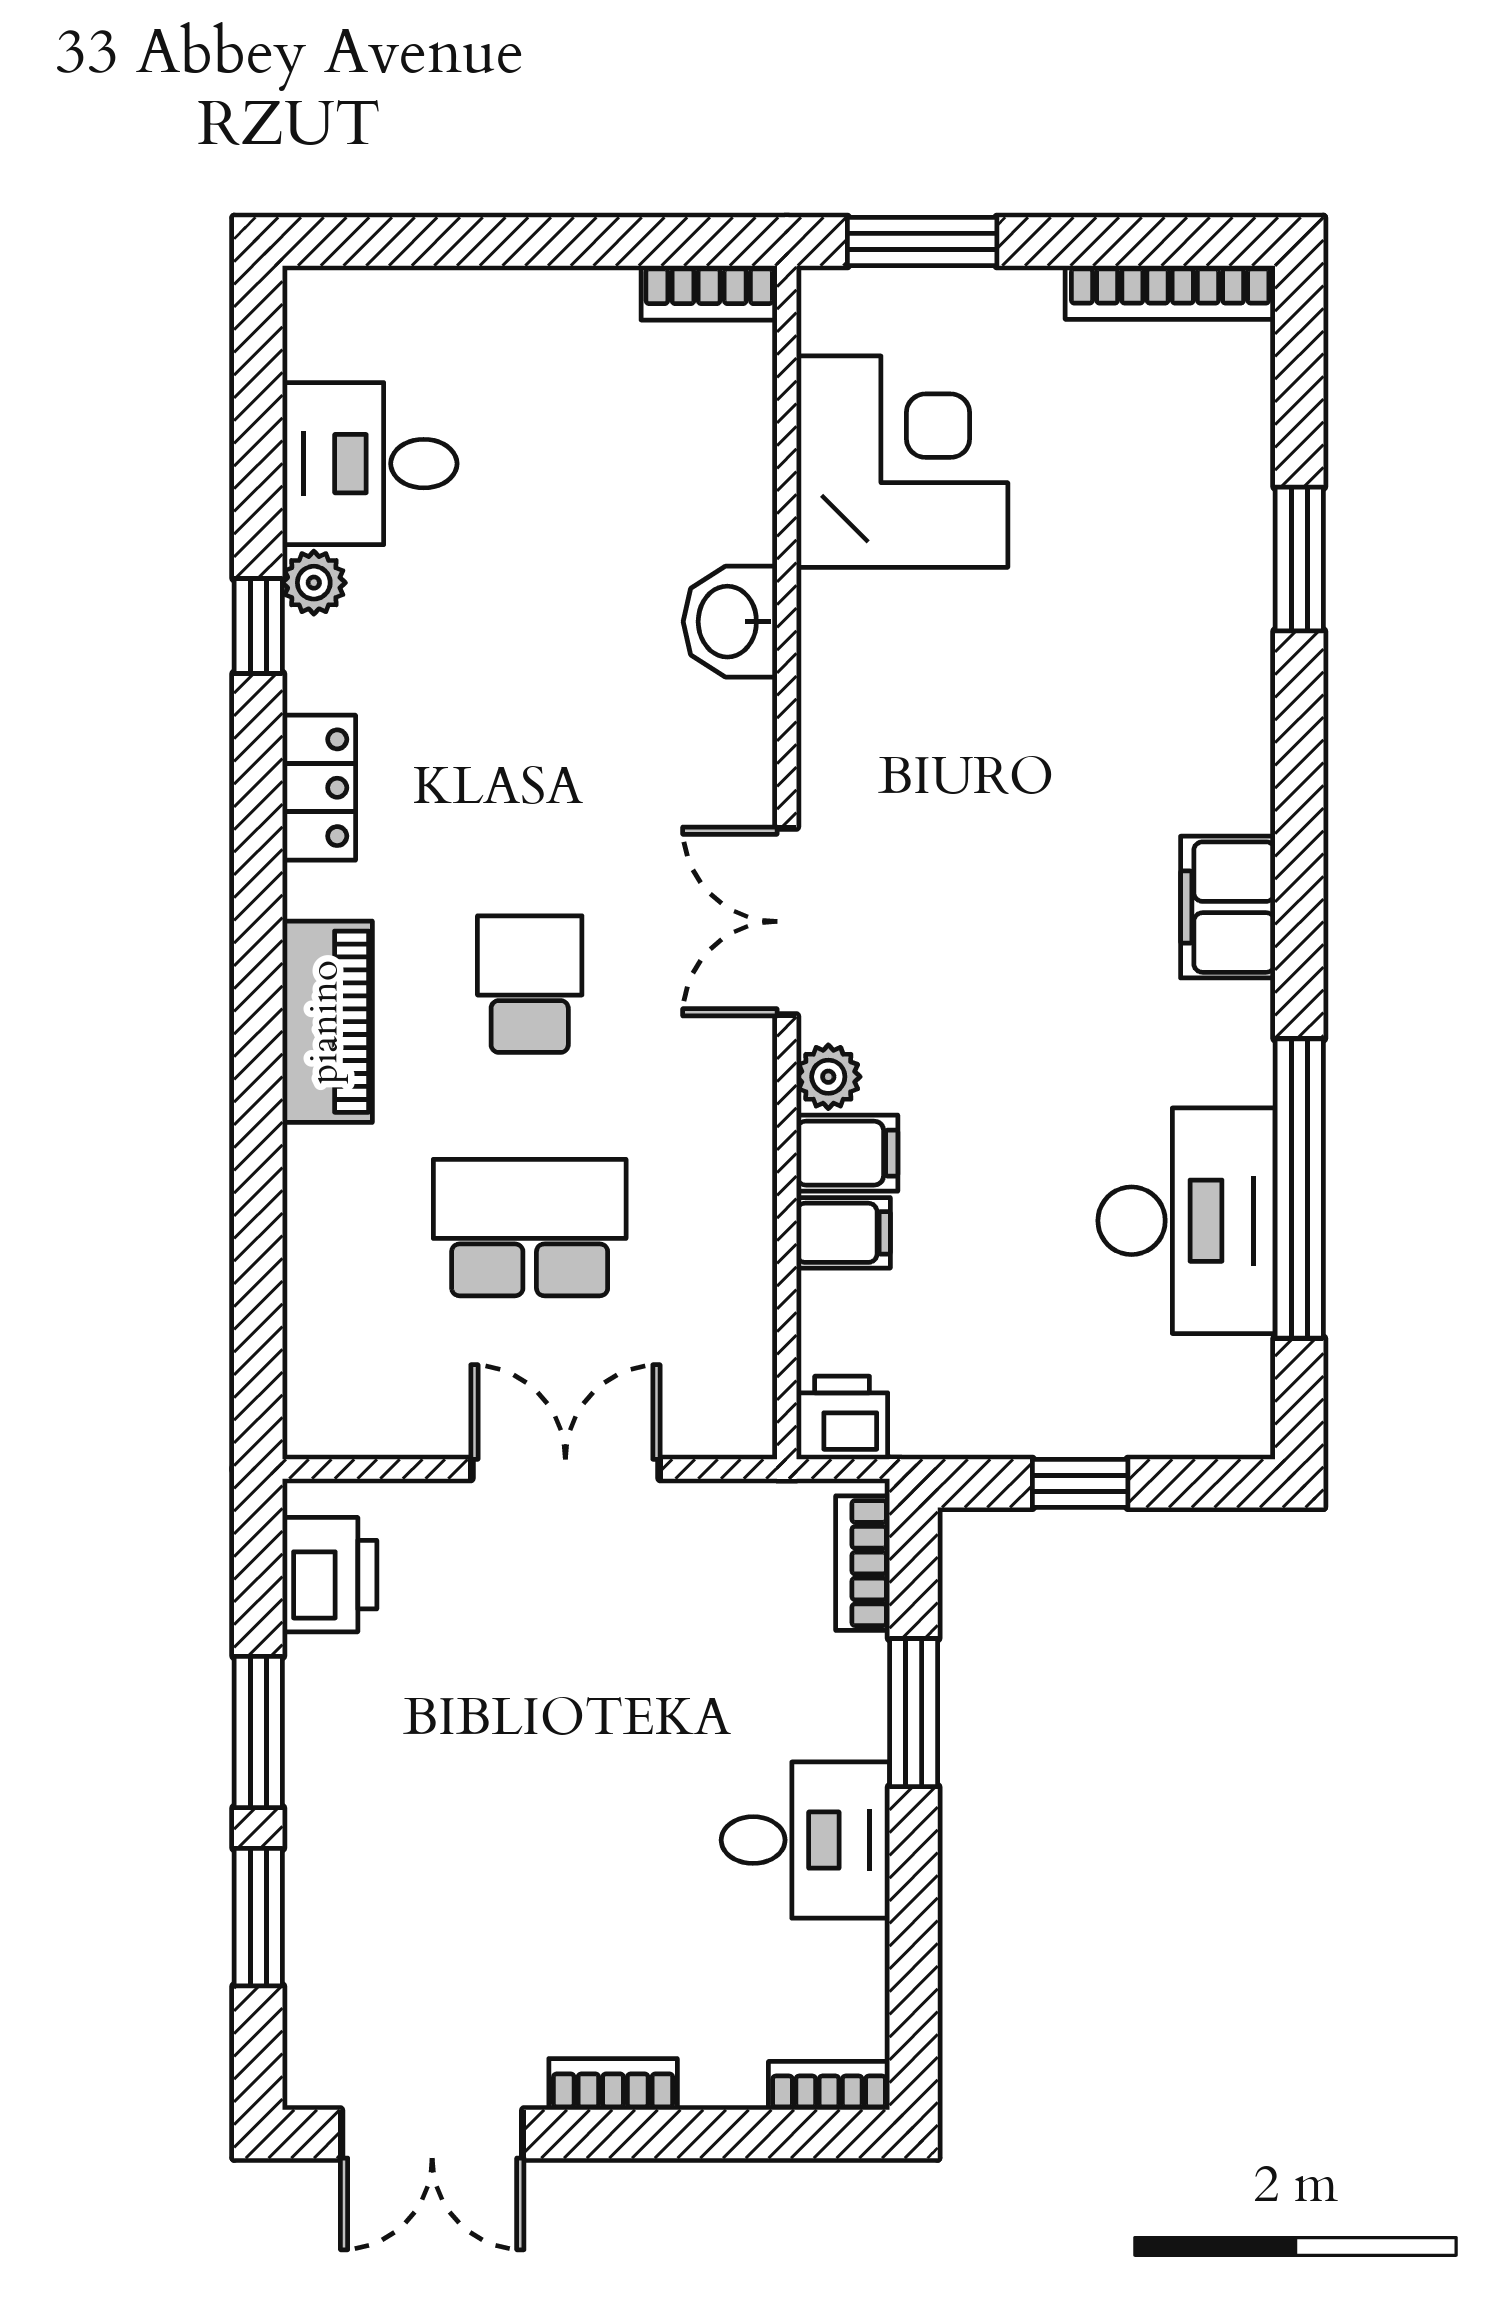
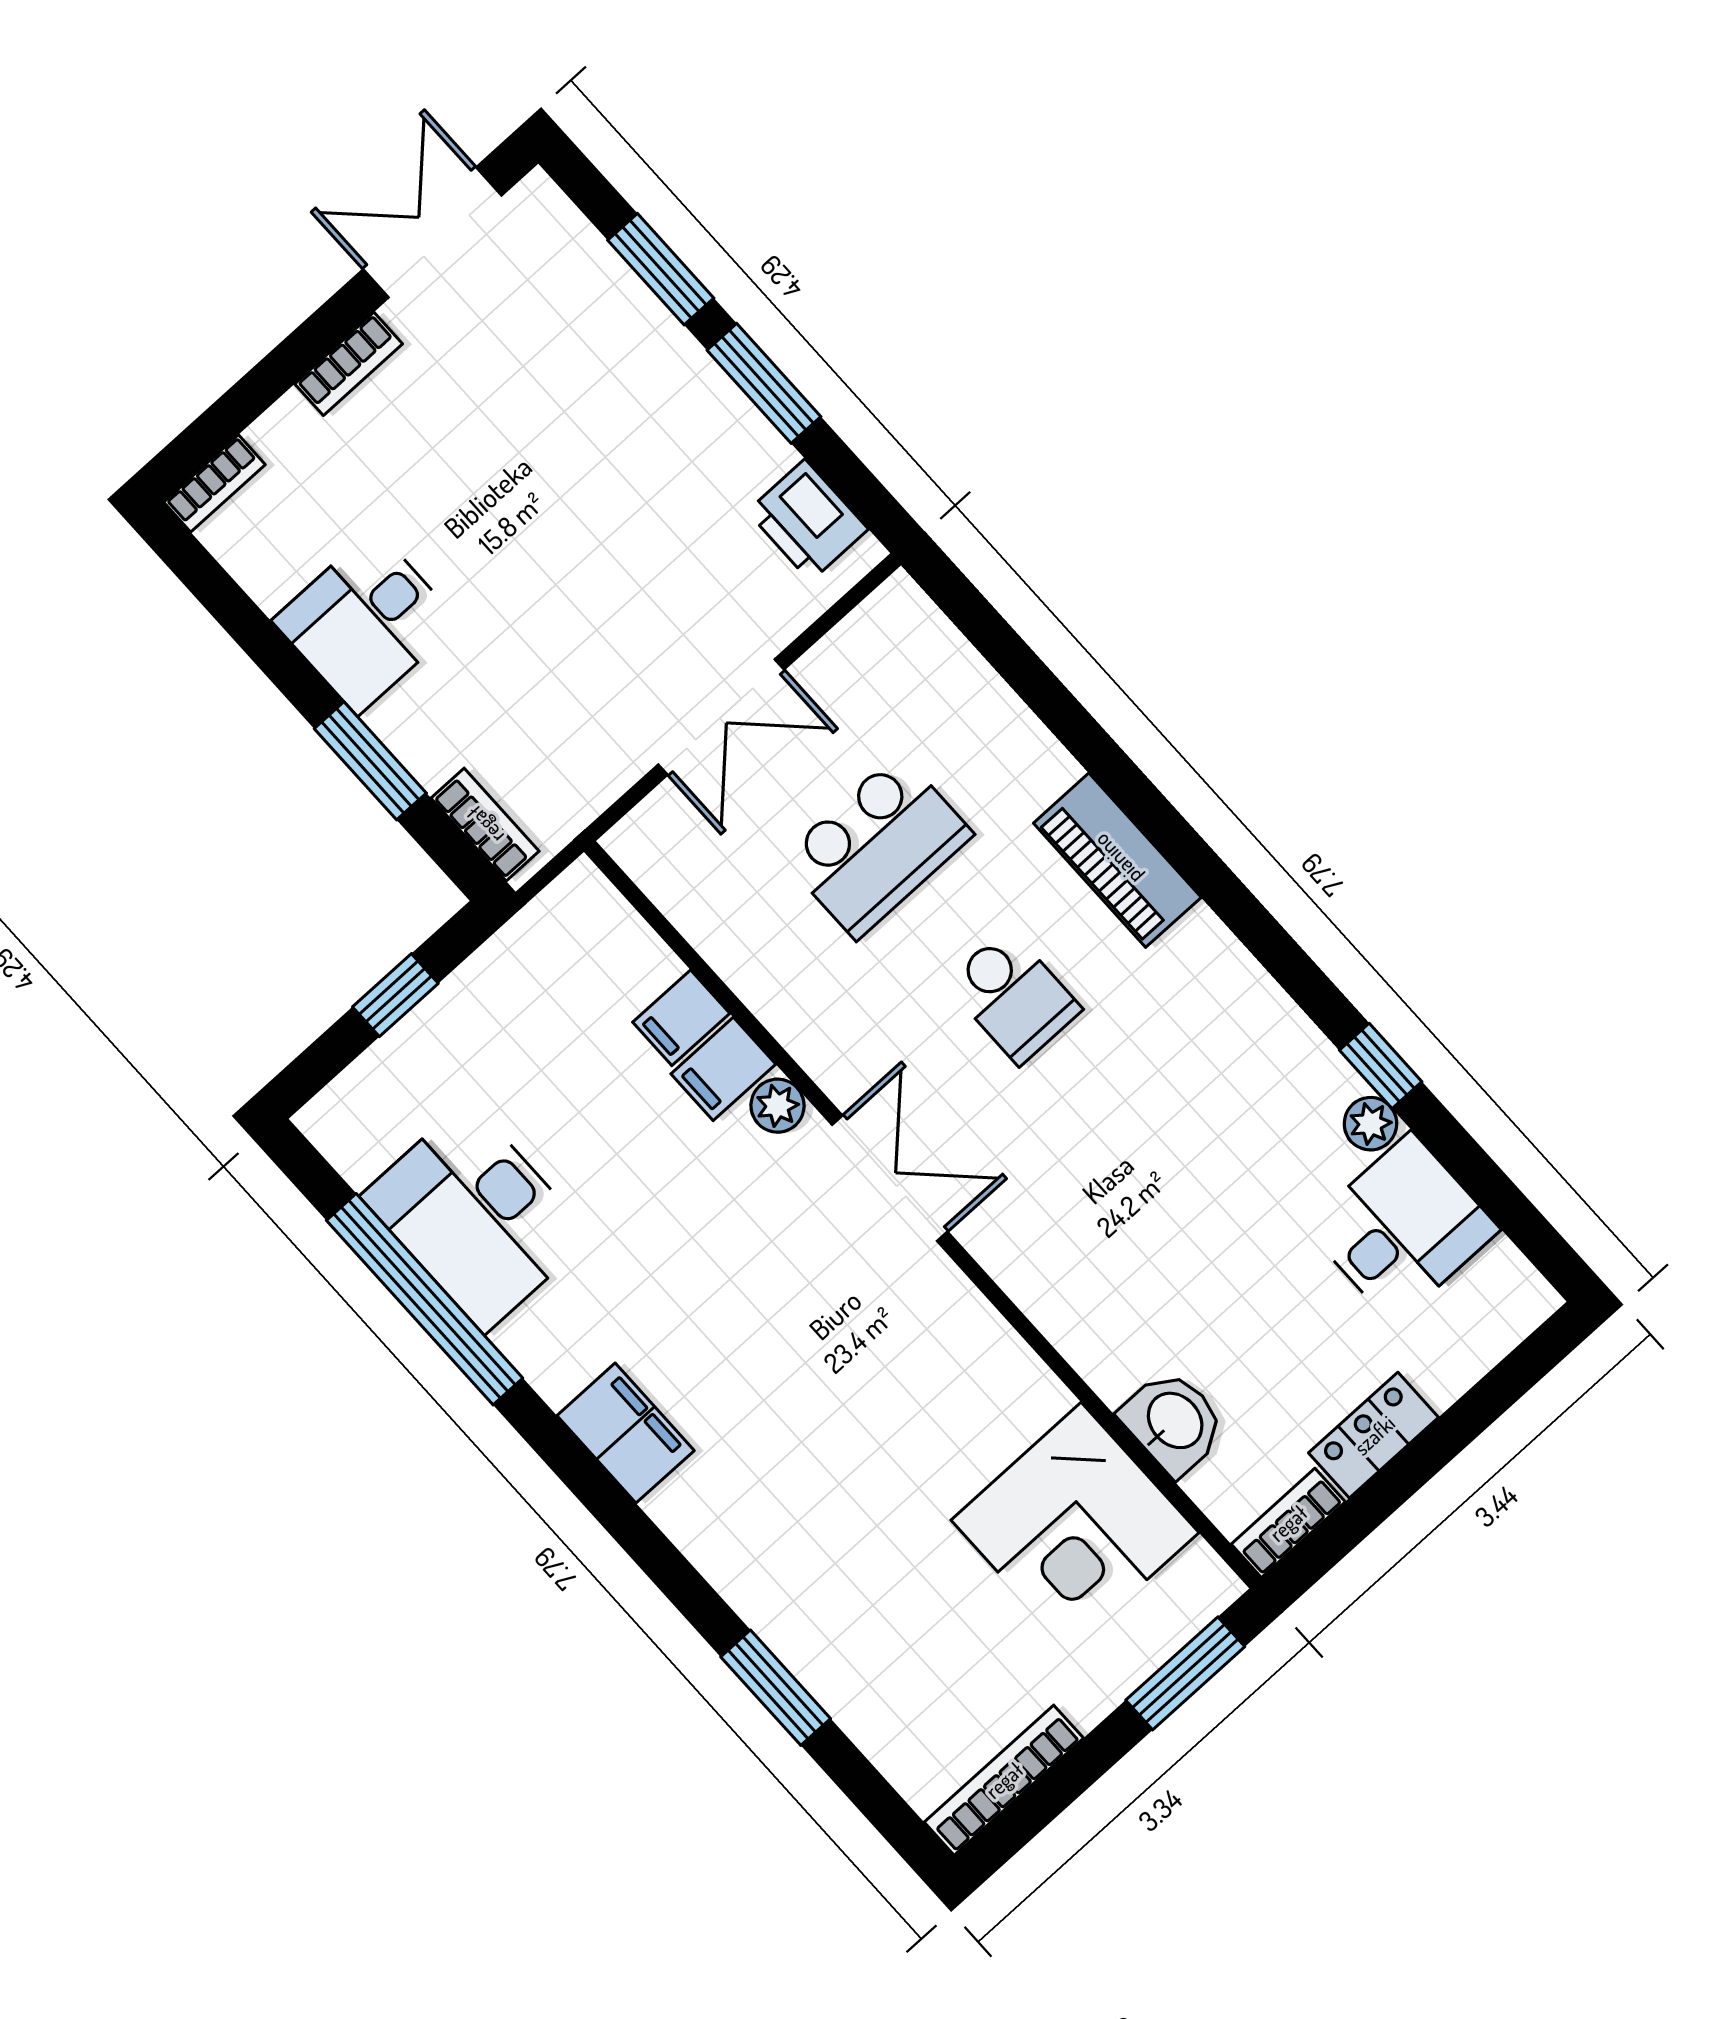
washbasin: (730, 622) -> (1173, 1422), moved
locker: (319, 788) -> (1374, 1435), moved, turned 90
printer: (842, 1418) -> (579, 903), removed

